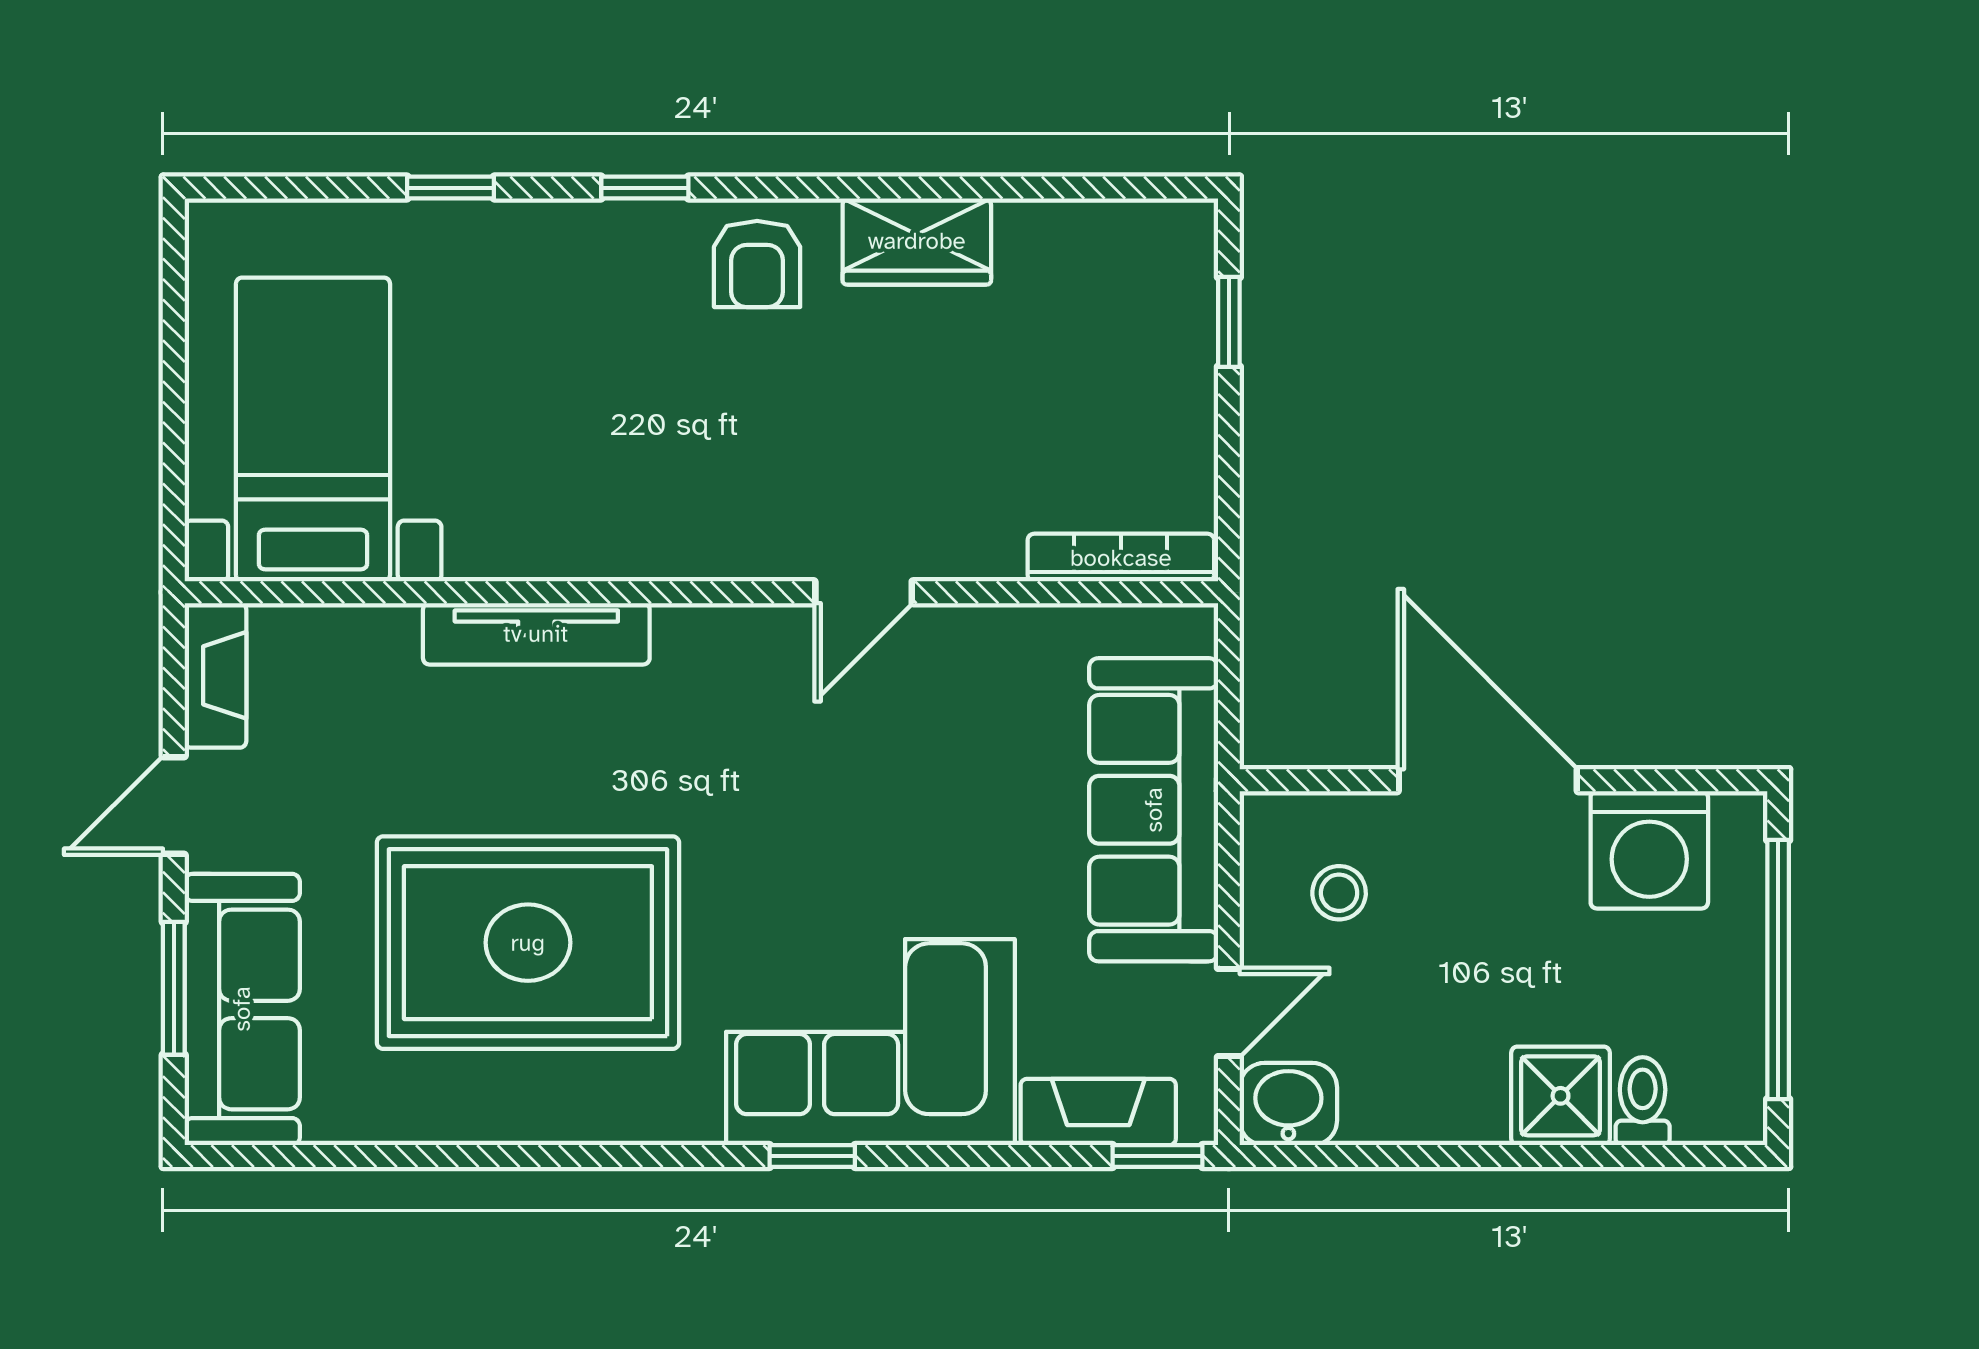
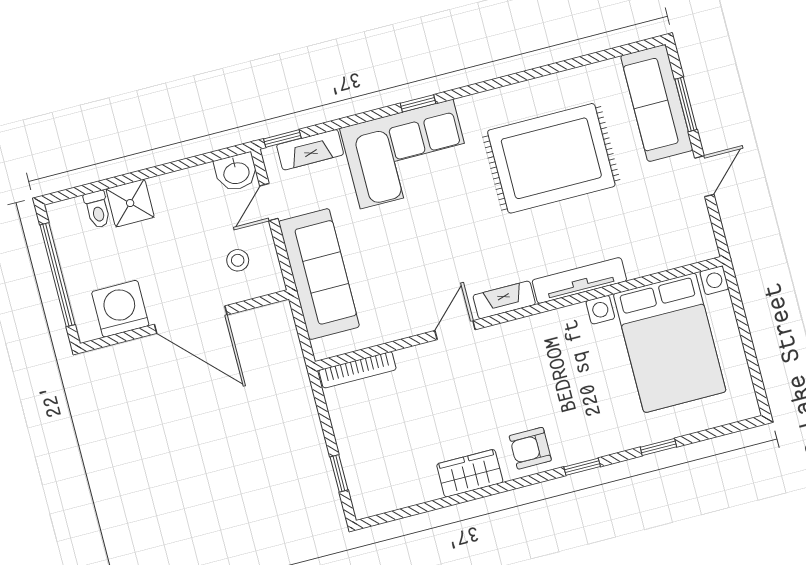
armchair: (757, 264) -> (530, 448), turned -90
bed with nightstands: (313, 429) -> (670, 343), width x1.36
fireplace: (215, 675) -> (504, 300), moved, turned 90

